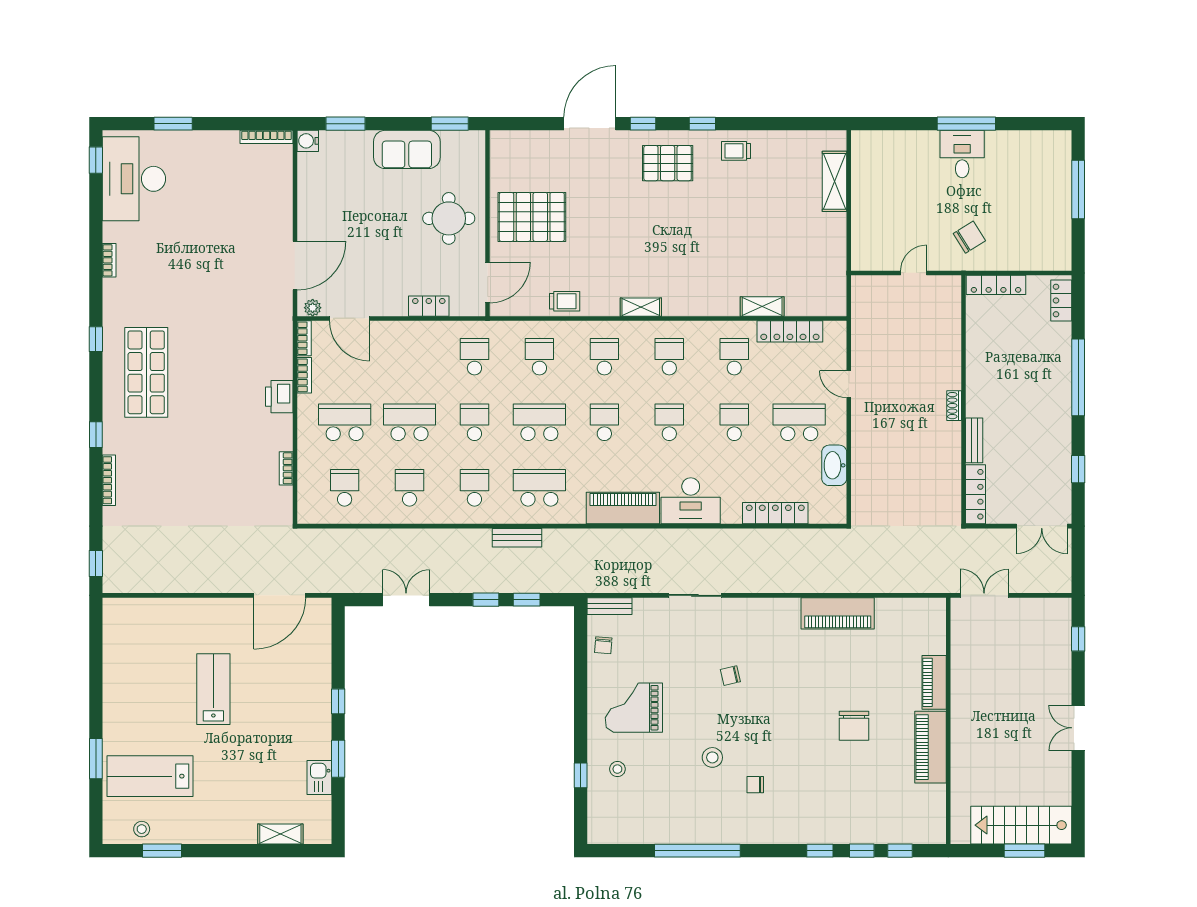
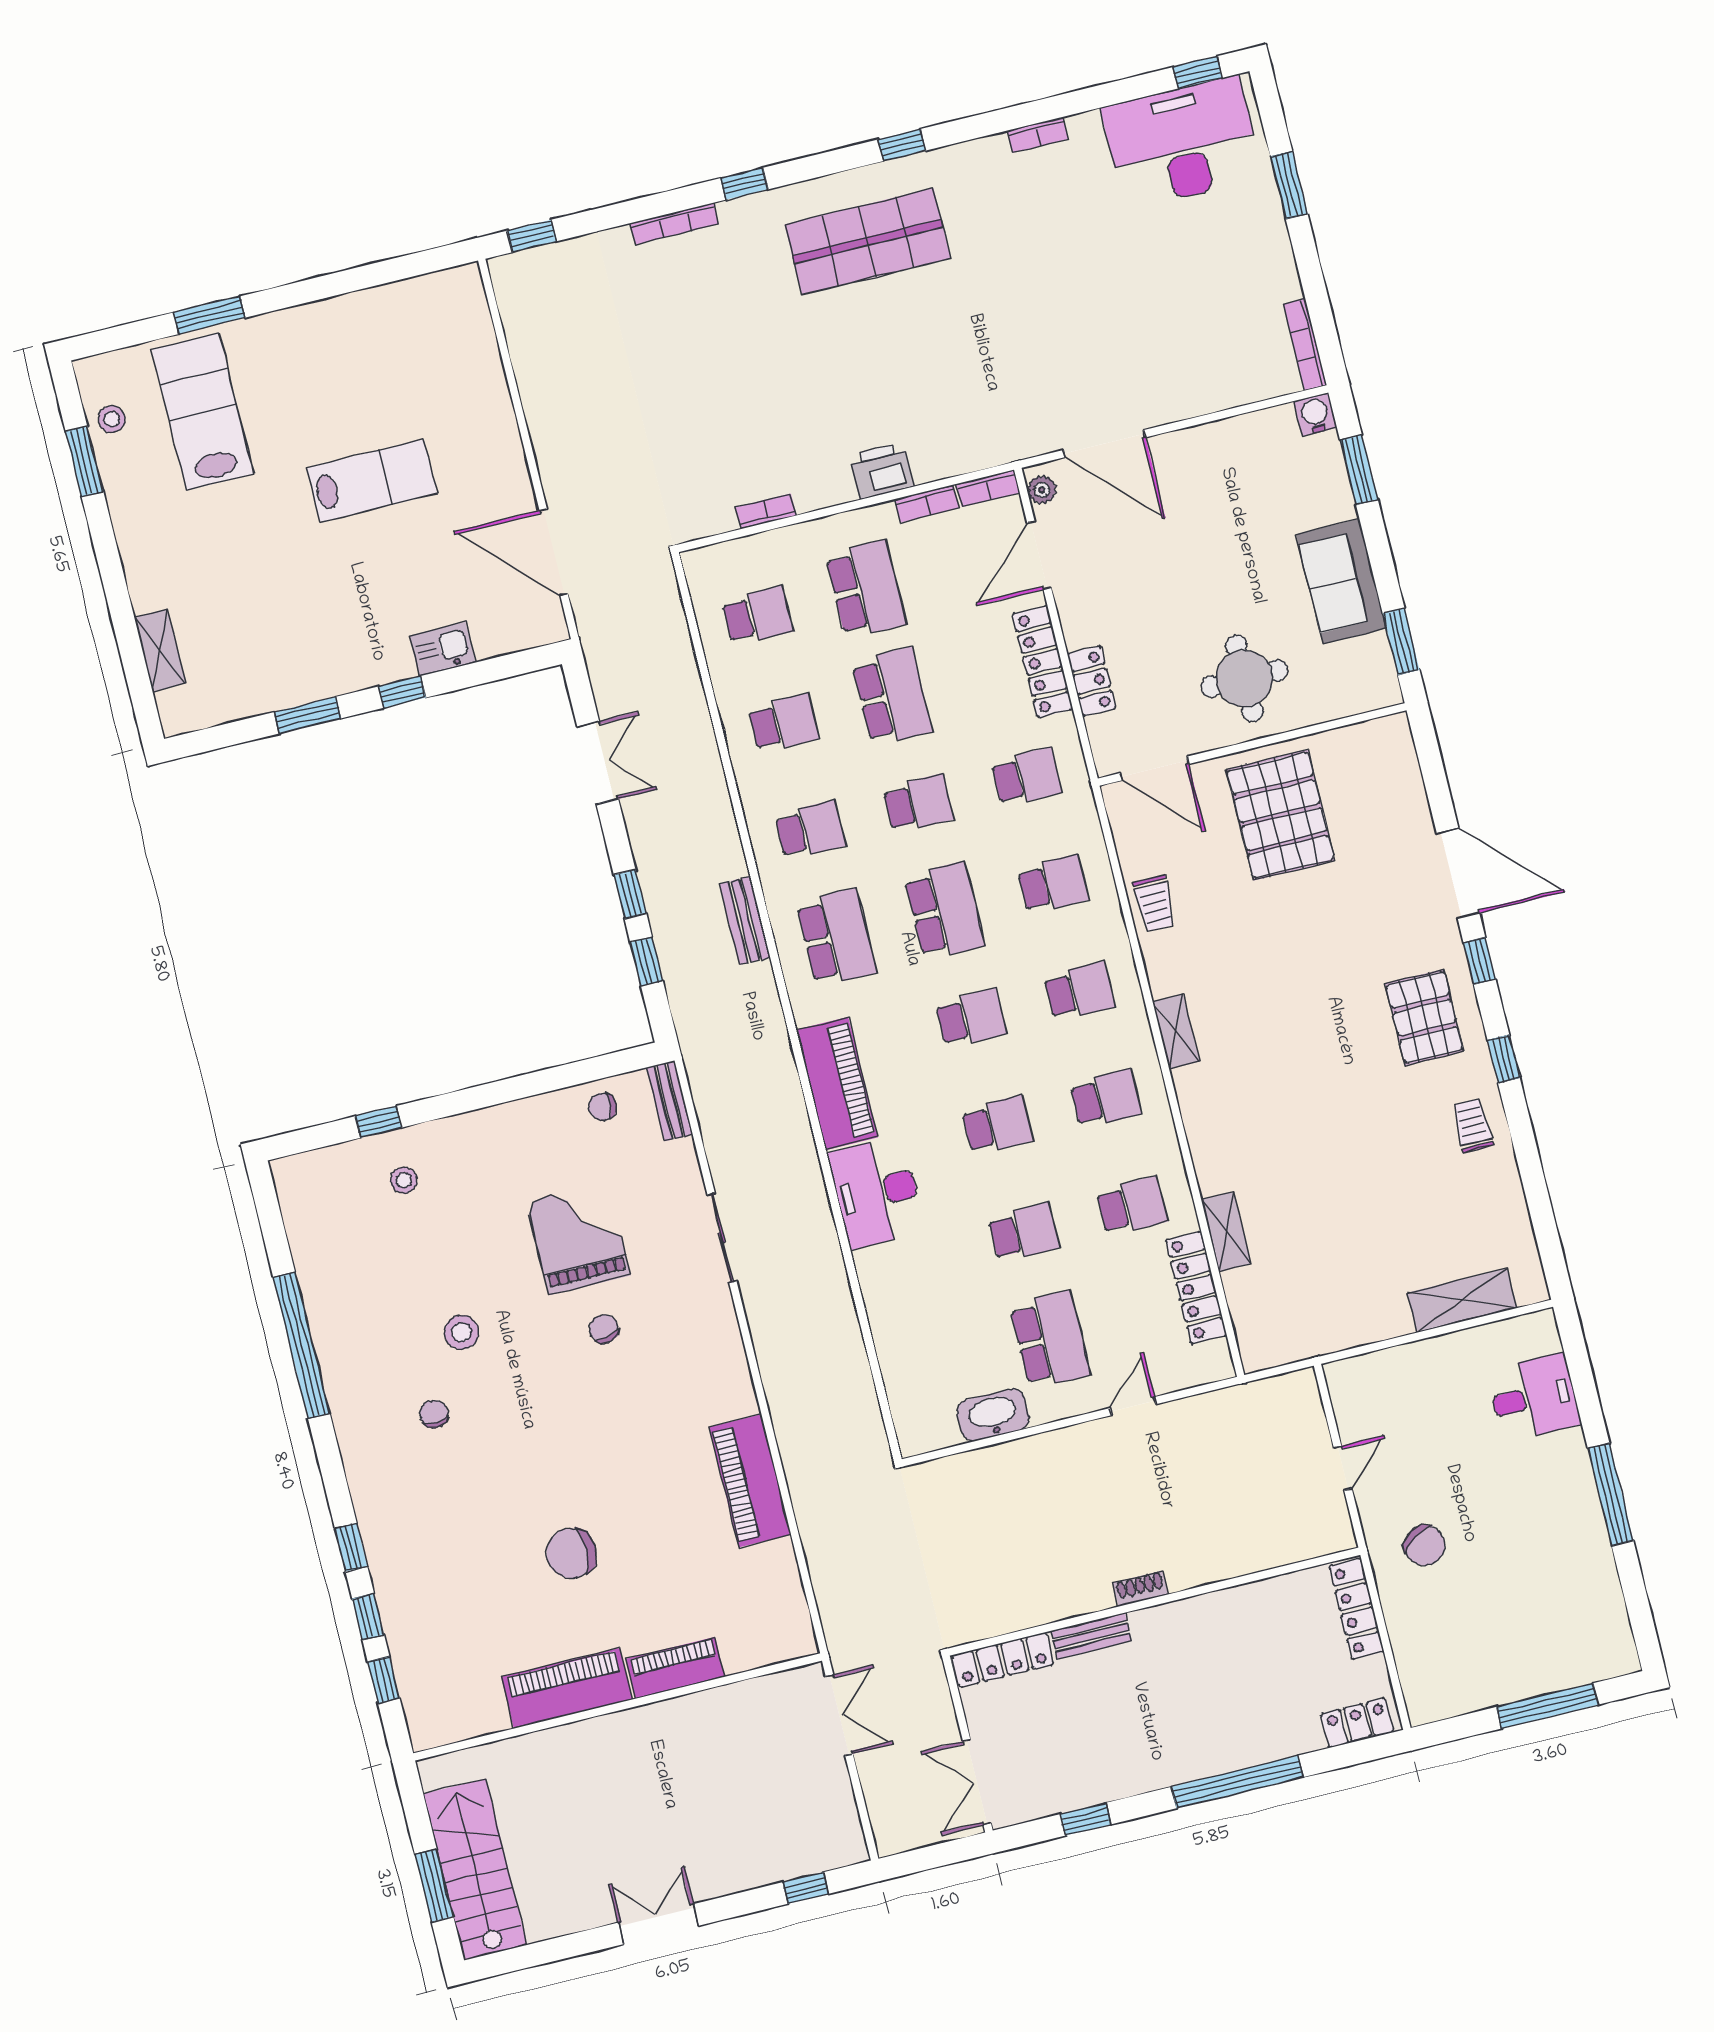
desk: (962, 154) -> (1534, 1397), moved
door: (914, 273) -> (1343, 1468), hinge flipped
locker: (775, 513) -> (1043, 662), moved, turned 180
grand piano: (634, 708) -> (578, 1238), moved
kitchen sink: (319, 777) -> (442, 649), moved

